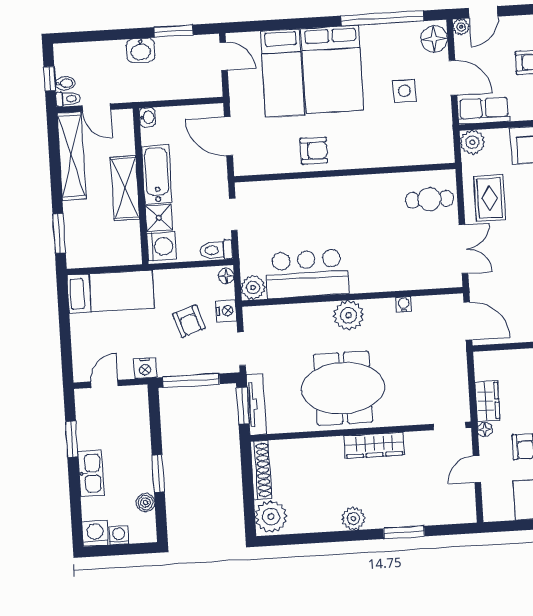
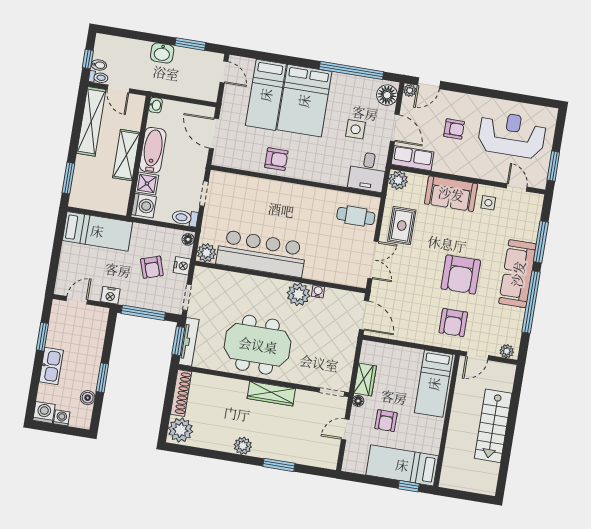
desk: (431, 140) -> (368, 172), added
bar counter: (307, 274) -> (261, 253), width x1.36
plant: (349, 315) -> (298, 294), moved

